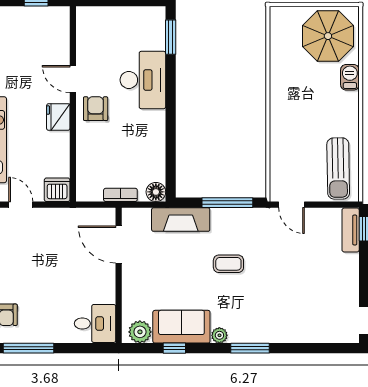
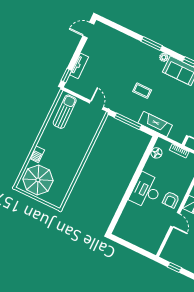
window: (171, 37) -> (116, 217), removed
desk: (143, 80) -> (146, 191), moved
floor lamp: (156, 192) -> (156, 153), moved
tv unit: (351, 230) -> (79, 66), moved

